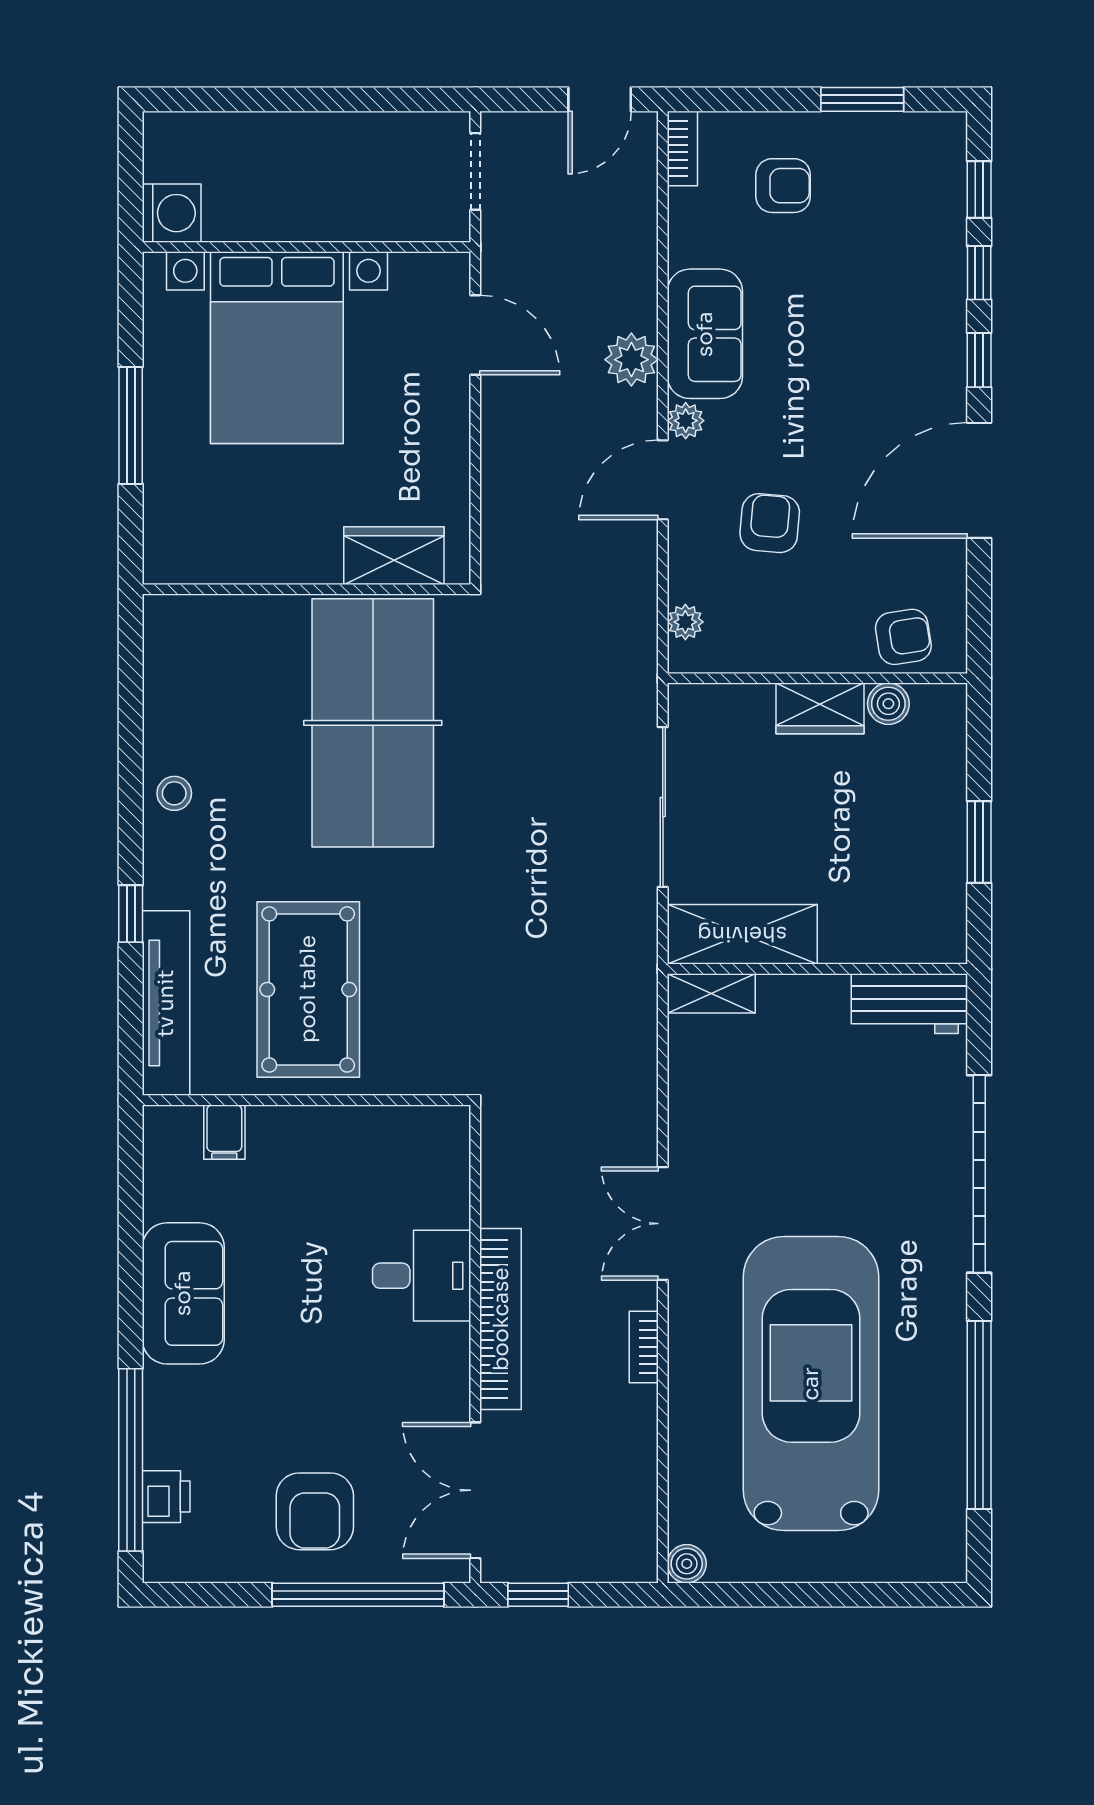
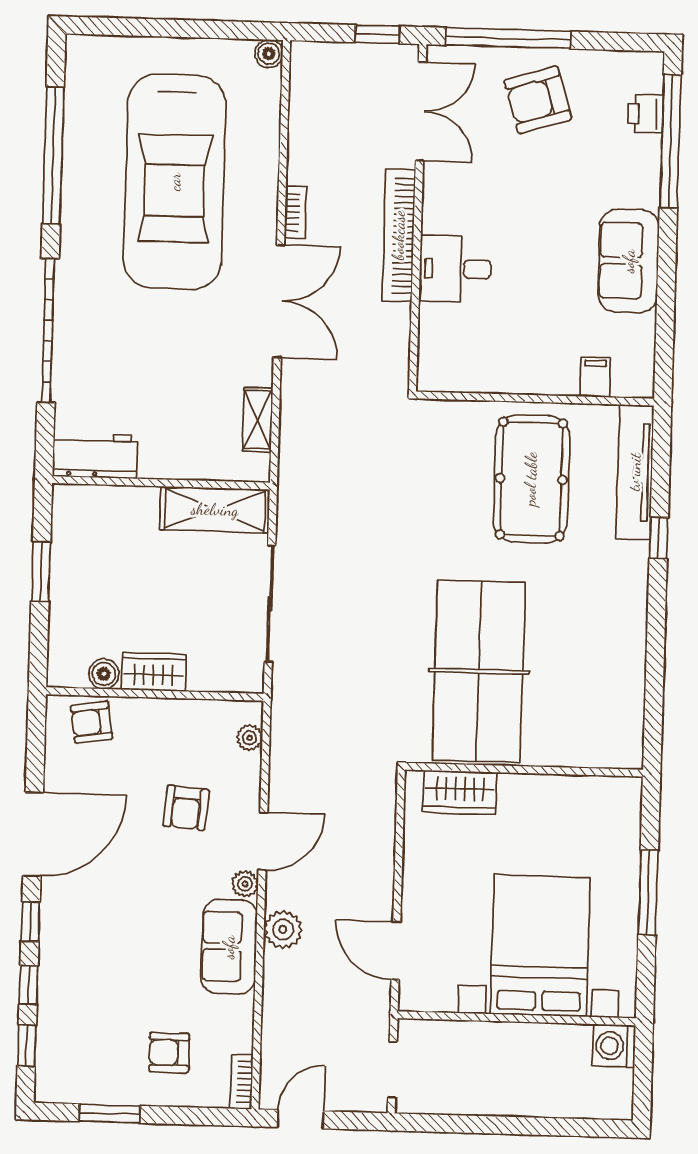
stool: (174, 793) -> (624, 624), removed
shelving: (711, 993) -> (258, 420), moved, turned 90
double door: (663, 1224) -> (279, 301), width x1.37
armchair: (315, 1511) -> (538, 100), turned -107

